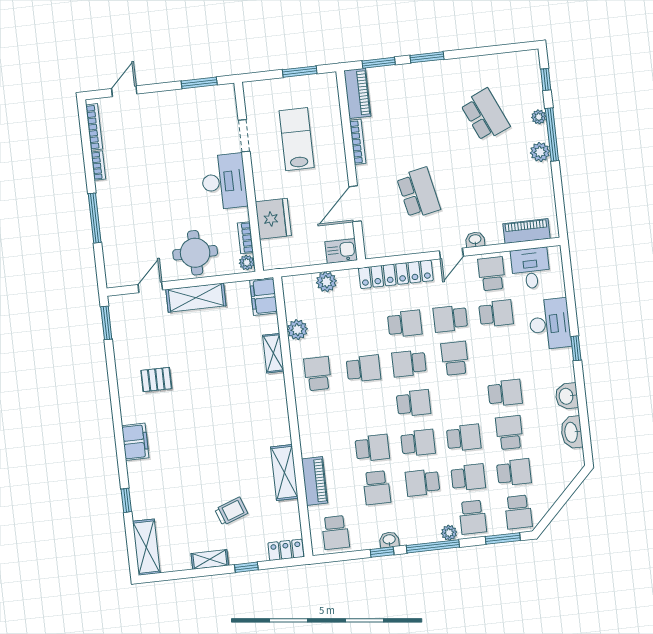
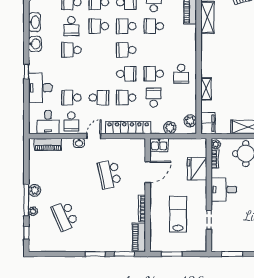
lab bench: (297, 139) -> (178, 214), turned 180
desk: (224, 182) -> (224, 189), width x0.73
plant: (297, 330) -> (190, 121), moved
school desk: (455, 358) -> (154, 98), moved, turned 180

